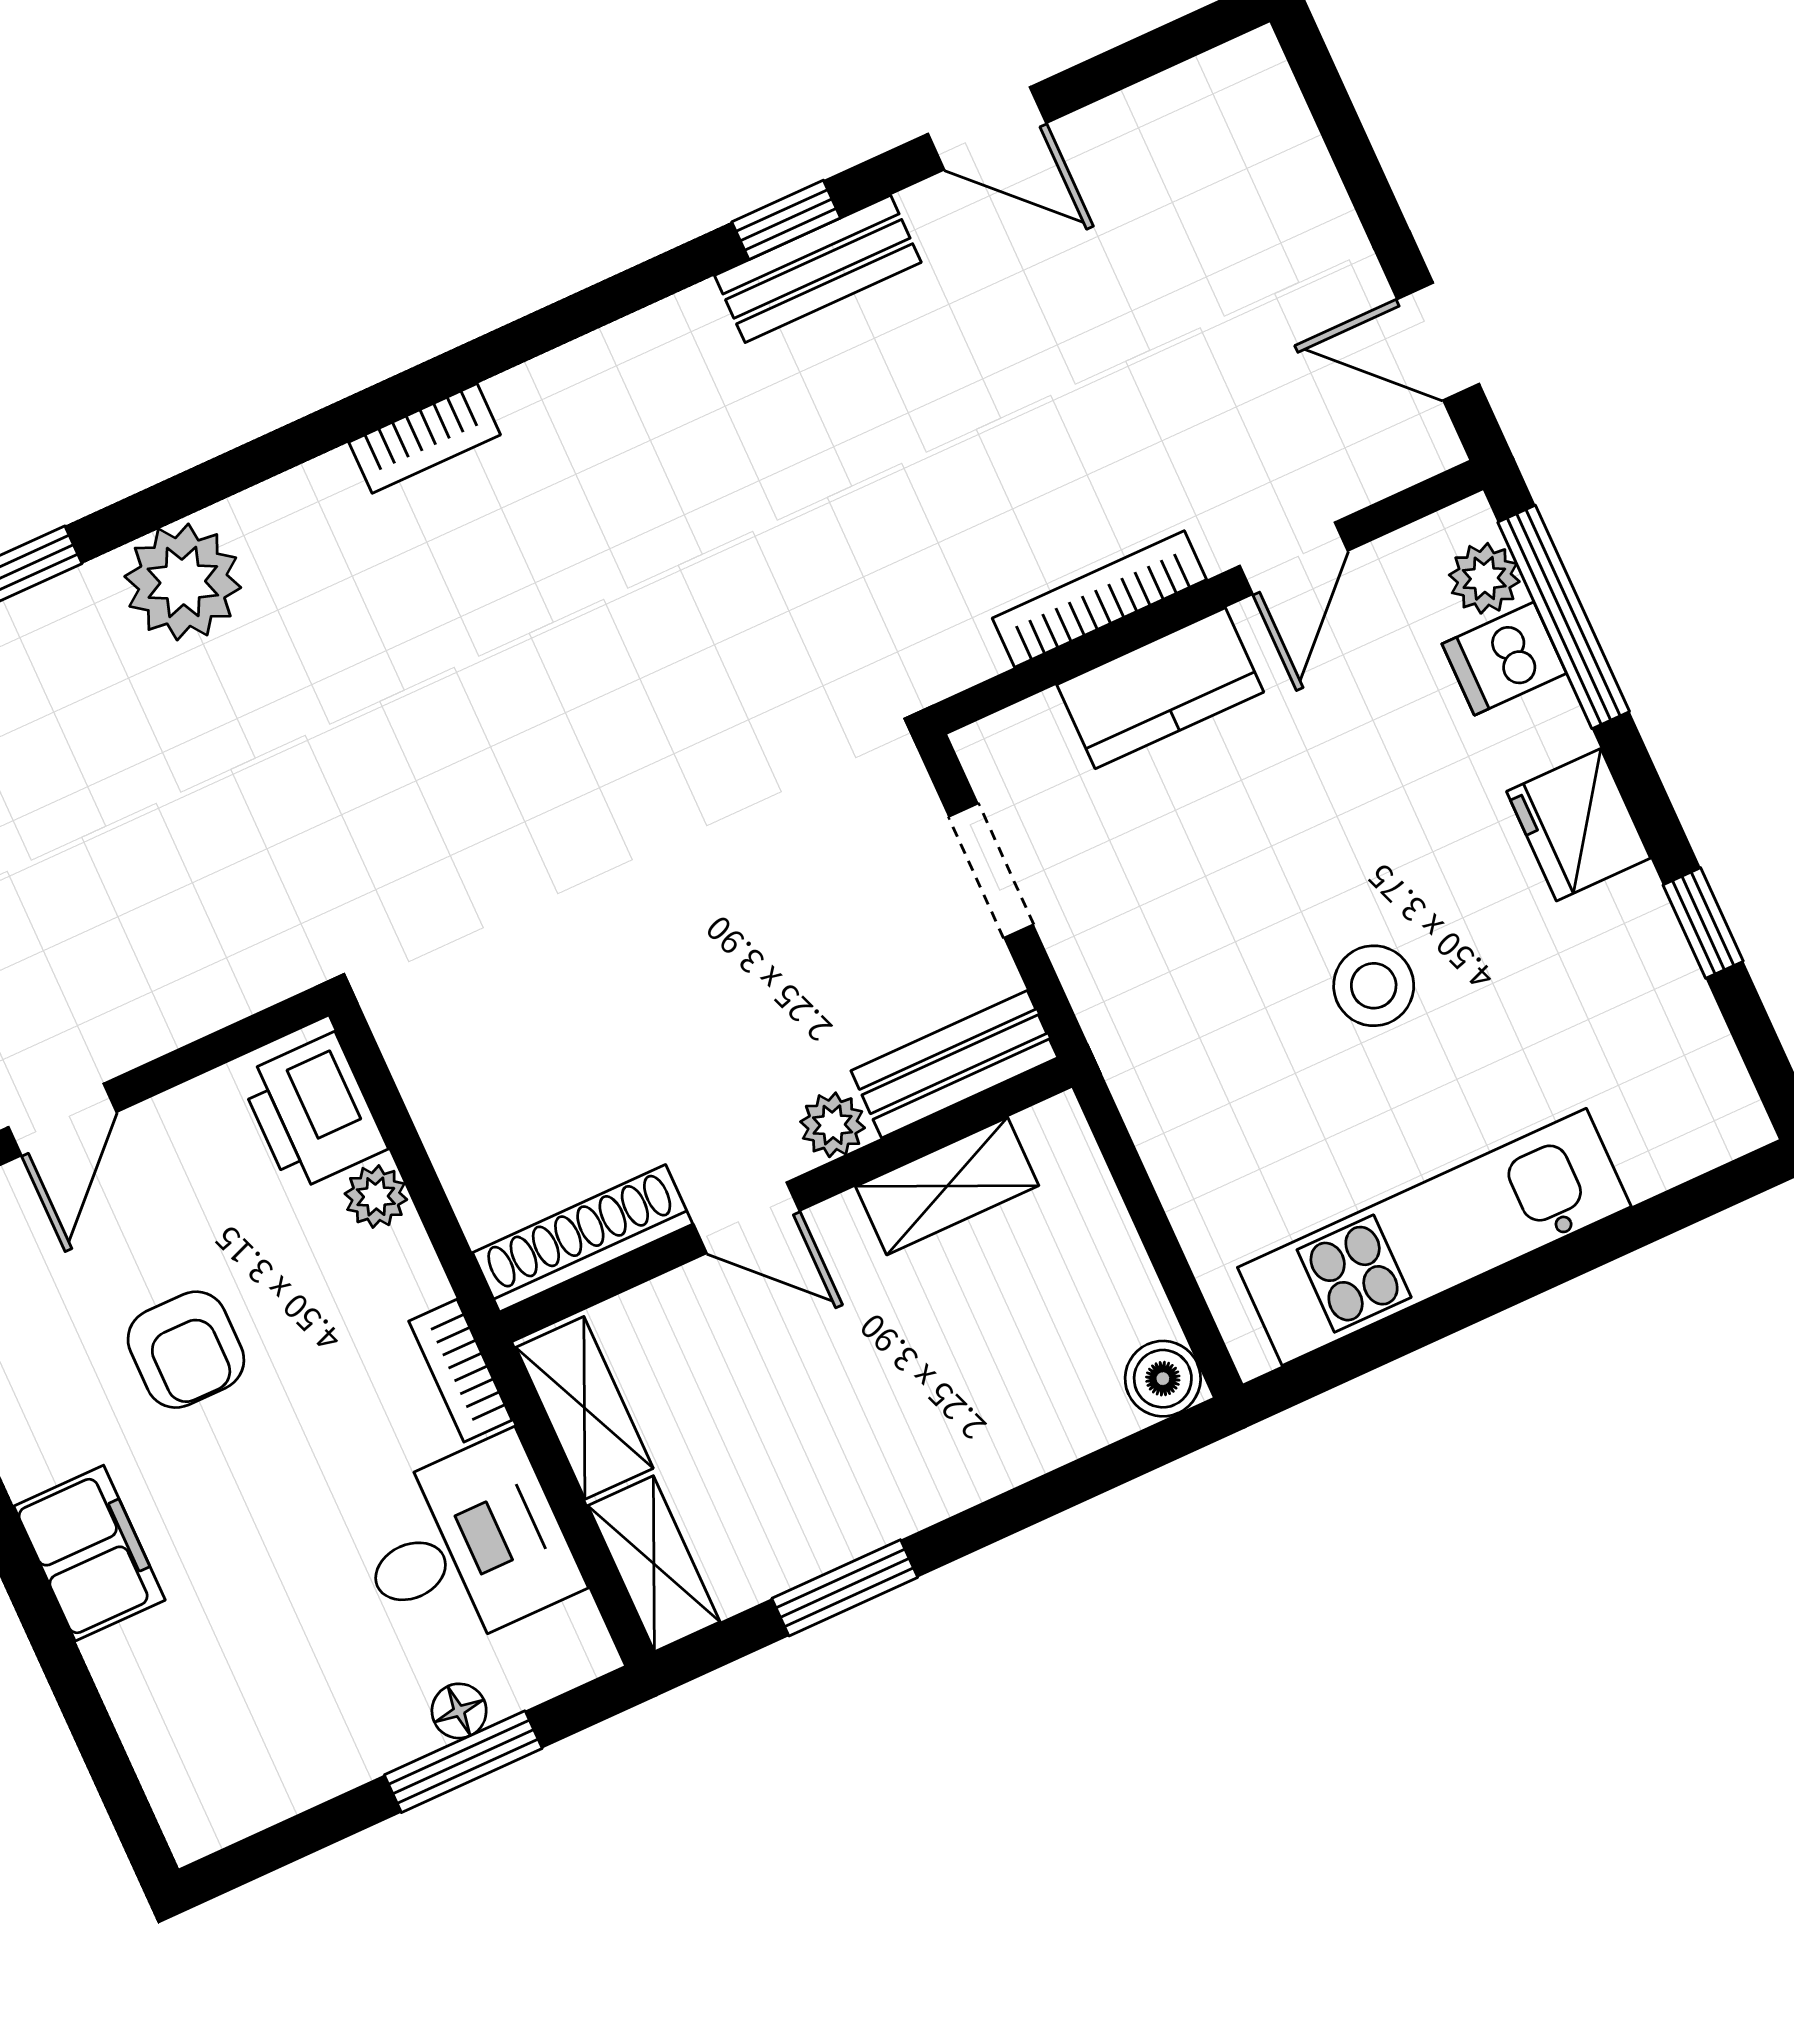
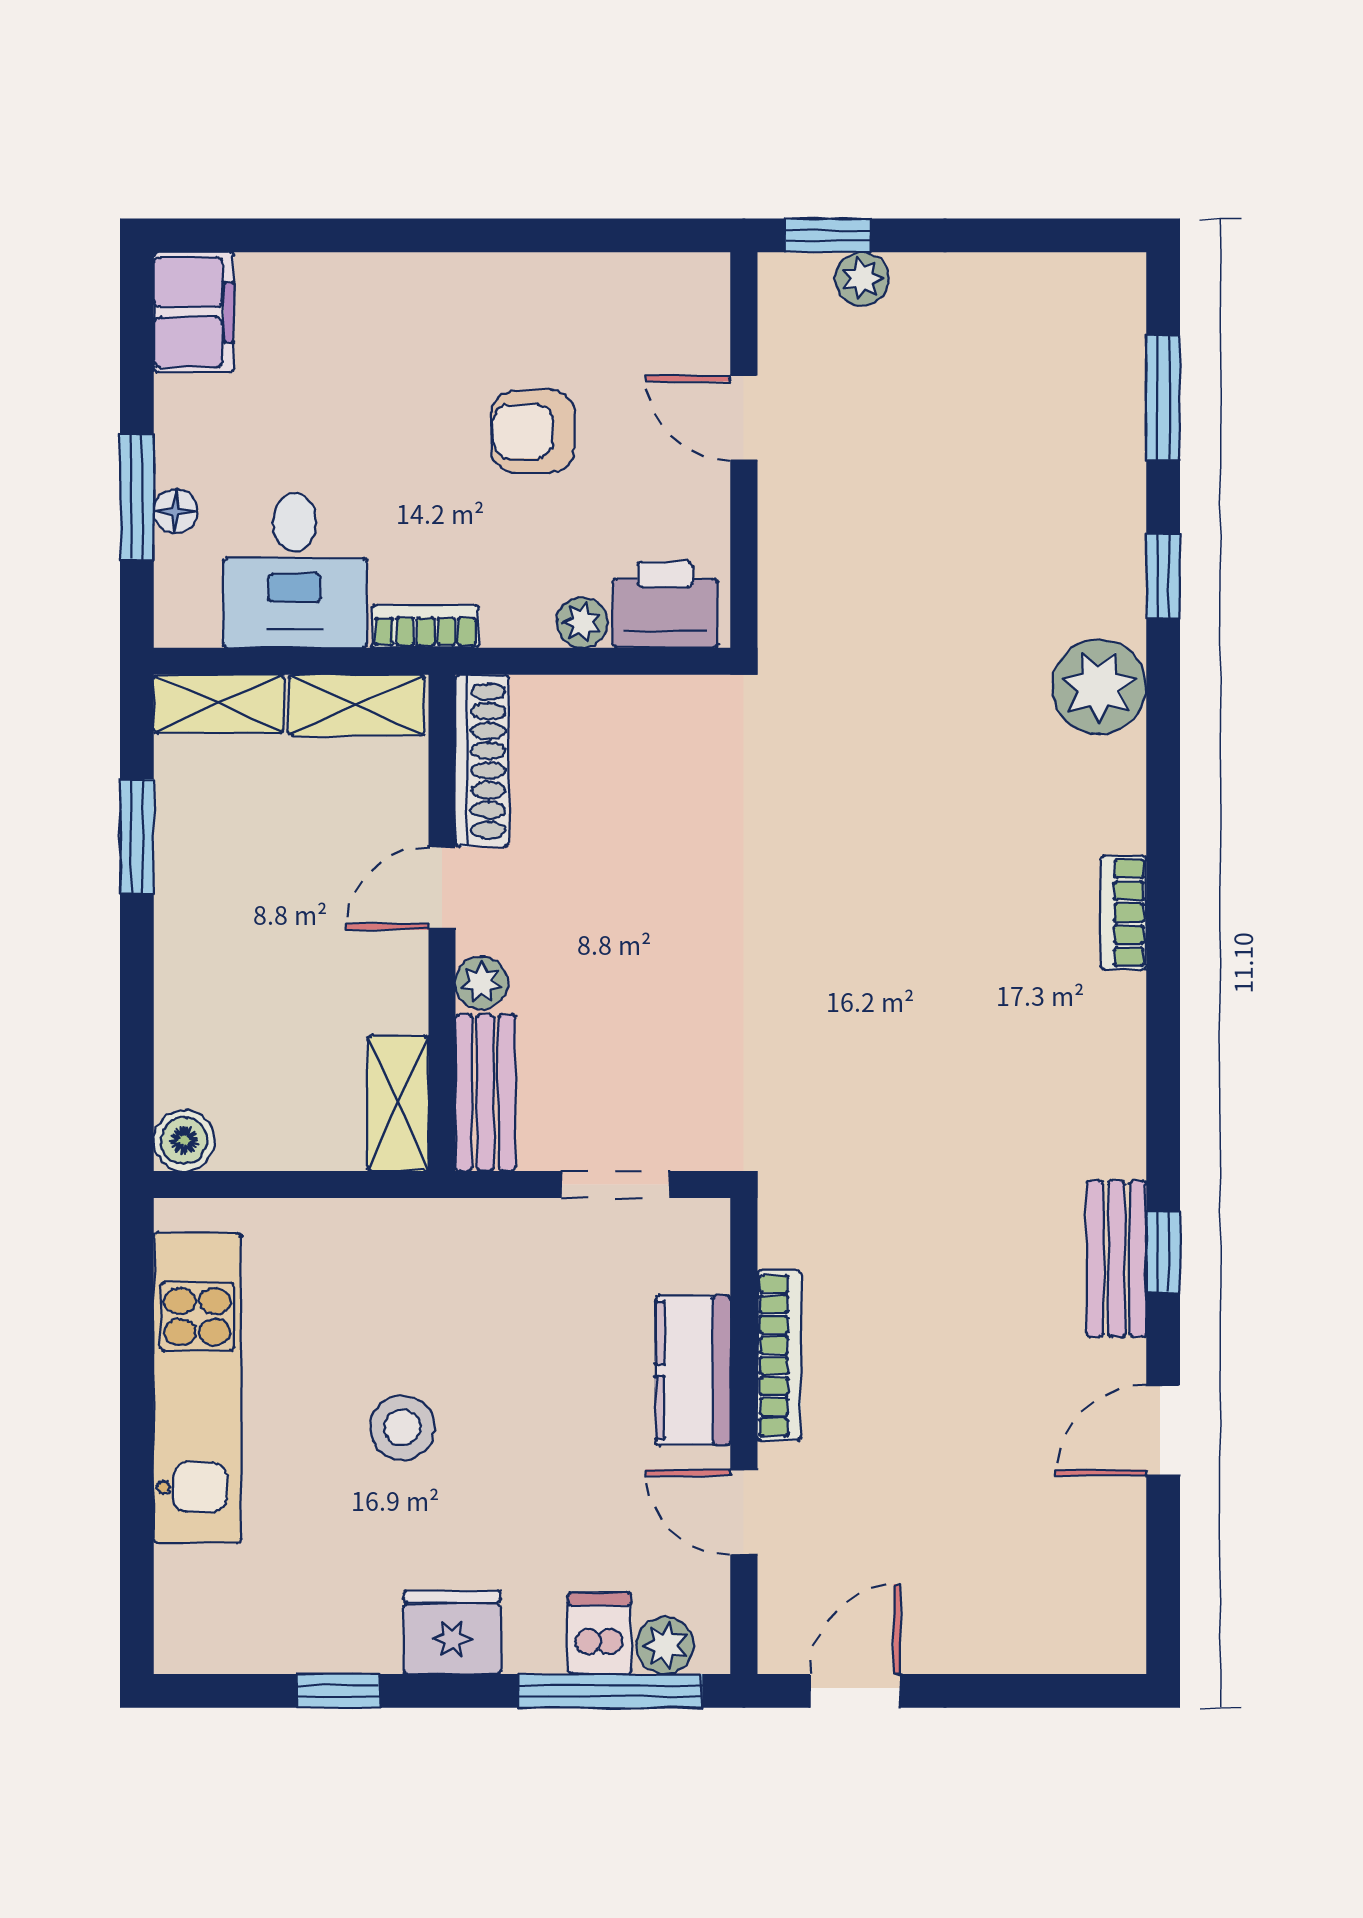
shelving: (947, 1186) -> (398, 1103), moved
filing cabinet: (89, 1553) -> (194, 312), moved, turned -90

